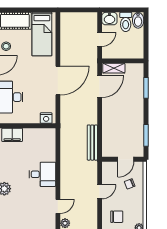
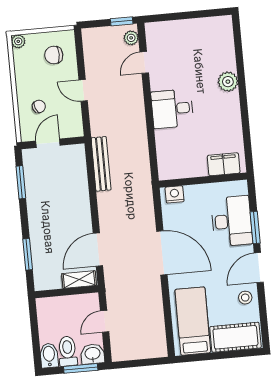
window: (118, 10) -> (81, 368), added
door: (58, 81) -> (162, 253), swing flipped
door: (100, 192) -> (83, 90), hinge flipped

